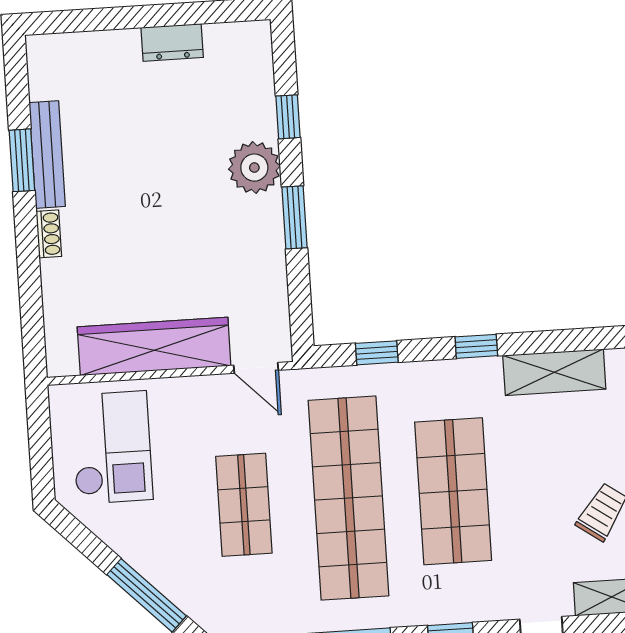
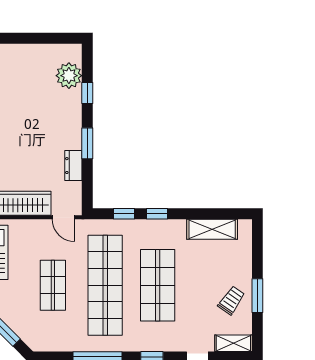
dresser: (172, 42) -> (73, 166), moved, turned 90
plant: (254, 168) -> (69, 76), moved
window: (476, 346) -> (157, 214), moved

